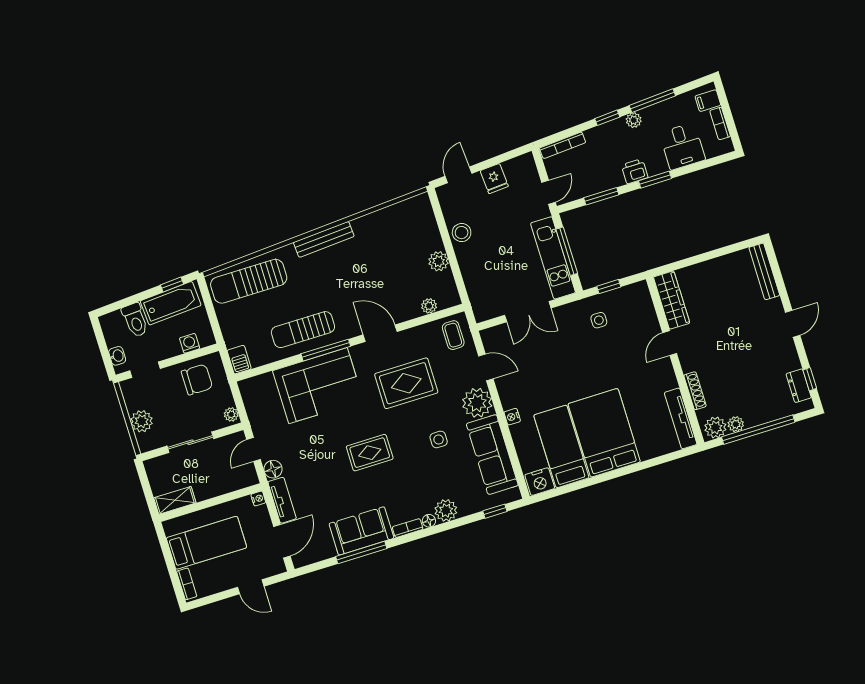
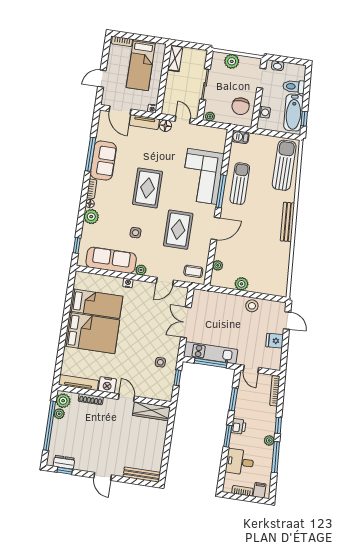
plant: (477, 403) -> (141, 270), width x0.53, depth x0.53
rug: (370, 453) -> (148, 188), width x1.36, depth x1.43
nightstand: (540, 482) -> (107, 385), moved, turned -90

